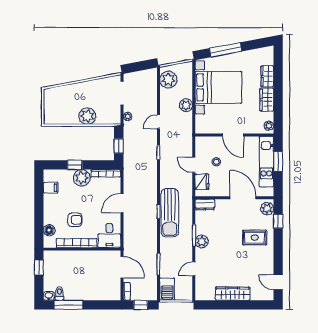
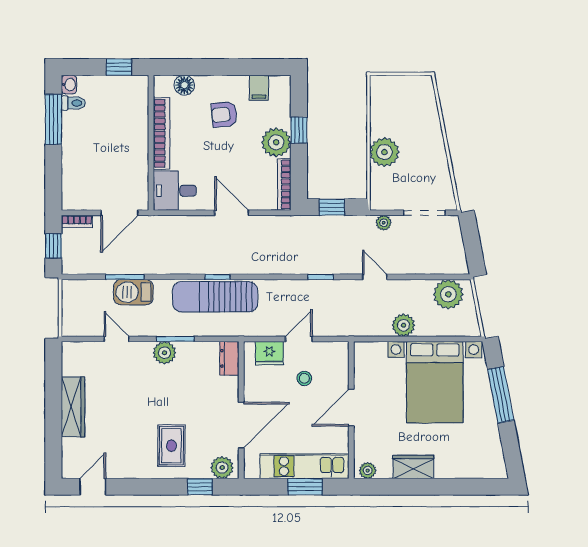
wardrobe: (267, 76) -> (454, 468), removed
armchair: (75, 220) -> (224, 114), moved, turned 85
barbecue: (167, 289) -> (133, 292), moved

